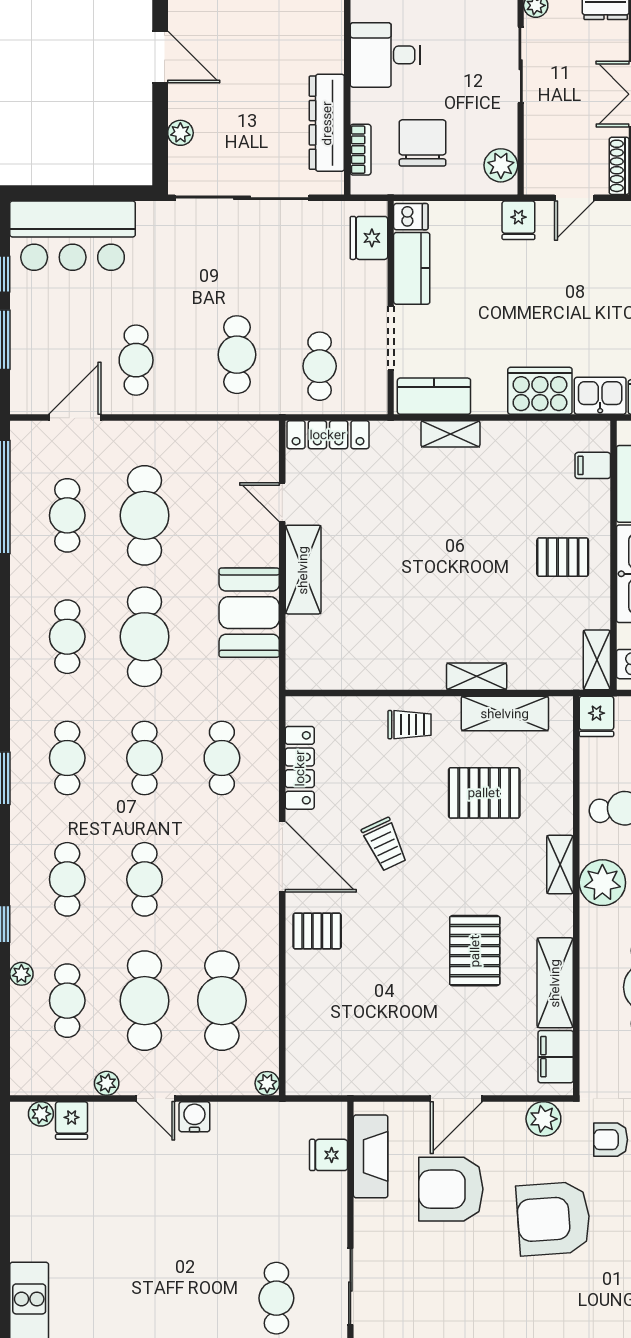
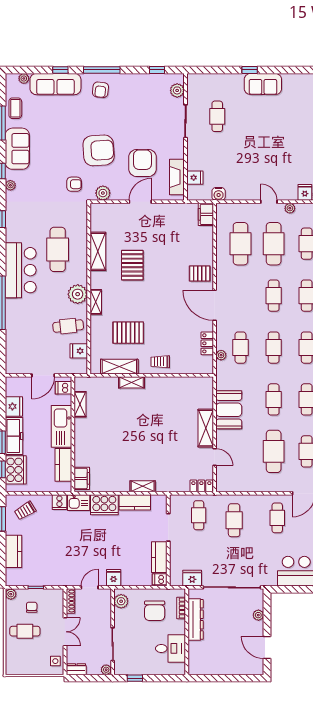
fridge: (369, 238) -> (192, 578), moved, turned -90
kitchen counter: (434, 396) -> (135, 502), moved
locker: (328, 435) -> (201, 486), width x0.66
filing cabinet: (593, 465) -> (82, 478), width x2.00
pallet: (563, 557) -> (95, 434), removed
cafe table: (145, 637) -> (274, 399), width x0.73, depth x0.74
shelving: (597, 660) -> (80, 404), moved
fridge: (596, 716) -> (79, 351), moved, turned -90
locker: (300, 768) -> (207, 343), width x0.66
trolley: (385, 844) -> (171, 311), removed
filing cabinet: (556, 1057) -> (206, 214), moved, turned 180
plant: (267, 1083) -> (221, 355), moved
water cooler: (194, 1117) -> (219, 194), moved
armchair: (451, 1189) -> (142, 163), turned -90

